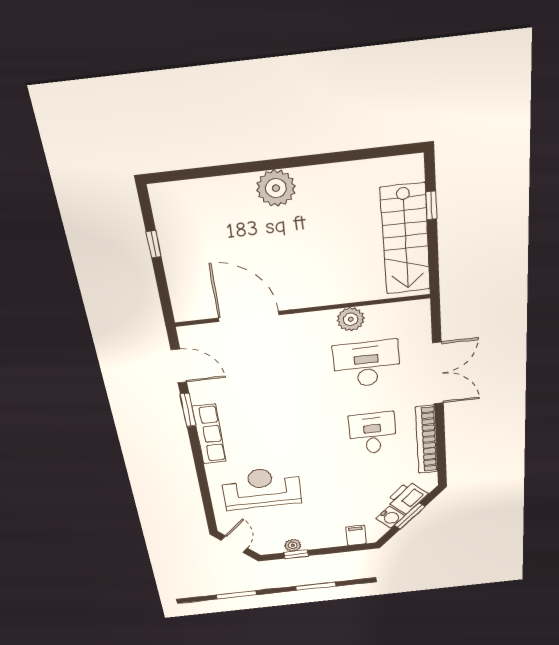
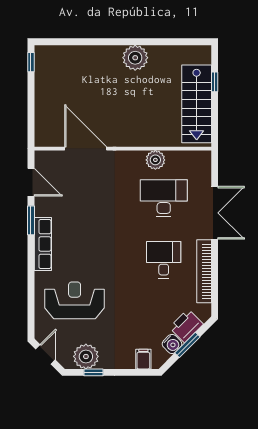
plant: (276, 188) -> (135, 58), moved
window: (154, 244) -> (31, 62), moved
plant: (293, 545) -> (86, 356), width x1.88, depth x1.88

